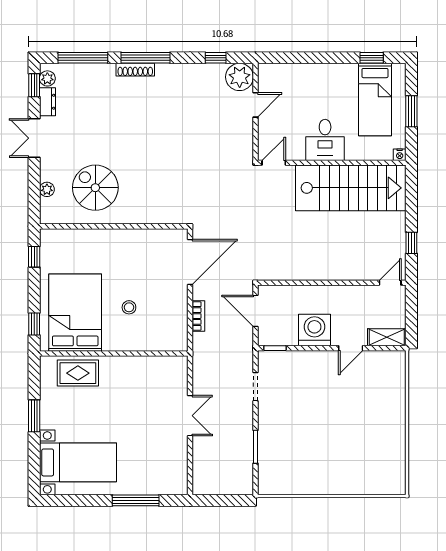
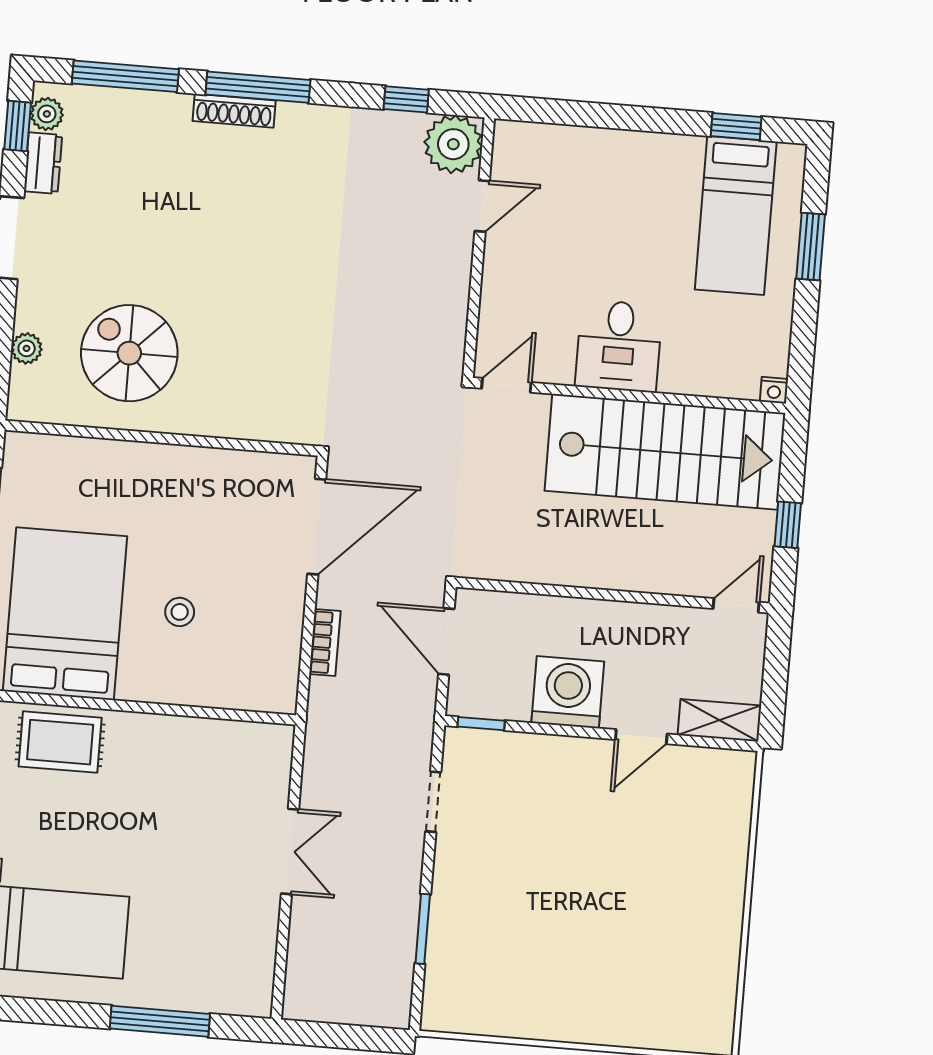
desk: (325, 140) -> (619, 346), moved
nightstand: (400, 155) -> (774, 390), moved
door: (274, 163) -> (506, 385), moved
wall: (332, 163) -> (629, 395), moved
stairs: (351, 188) -> (665, 452), moved

